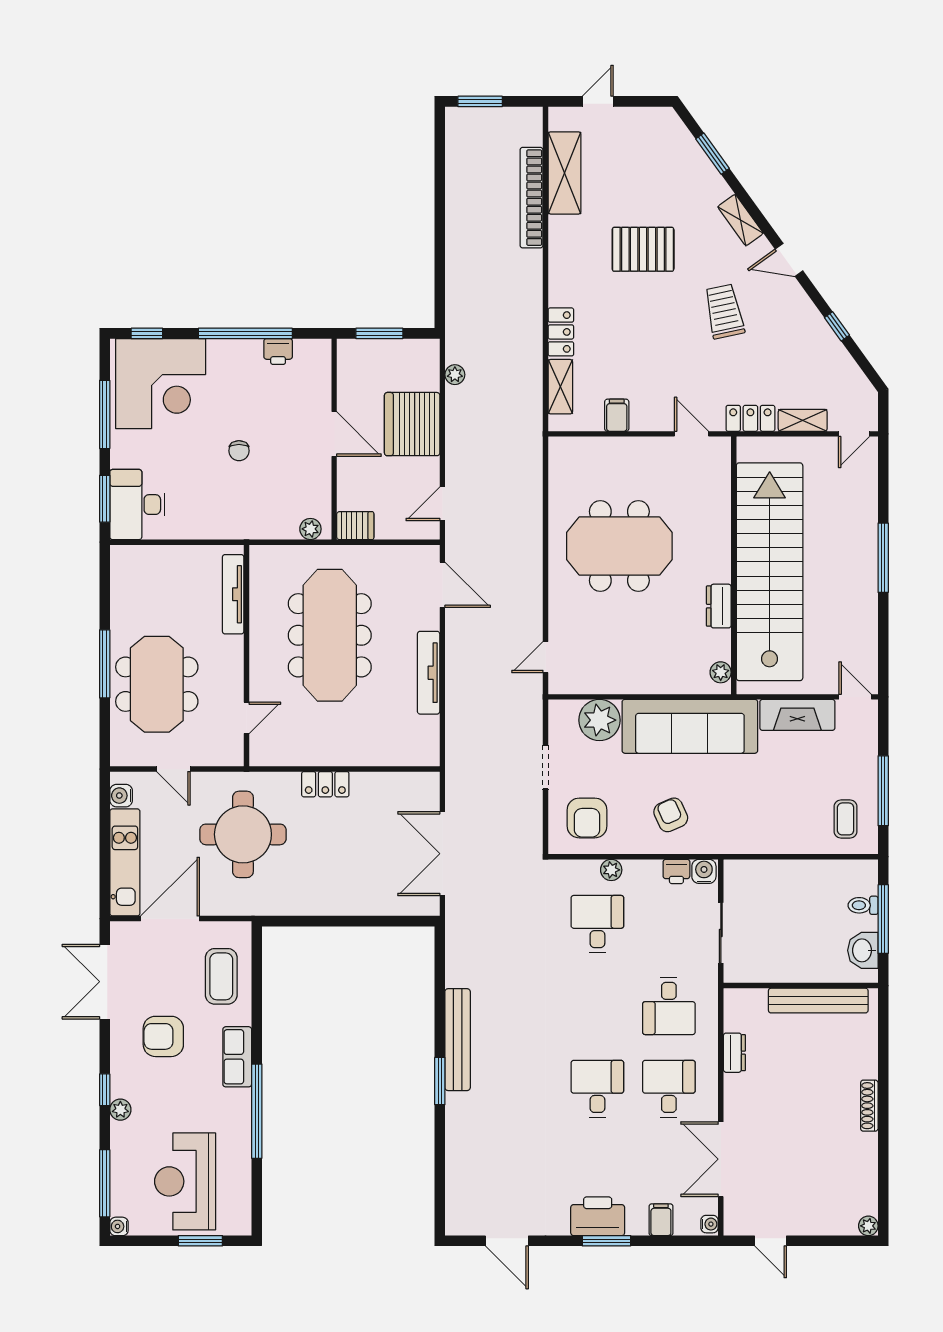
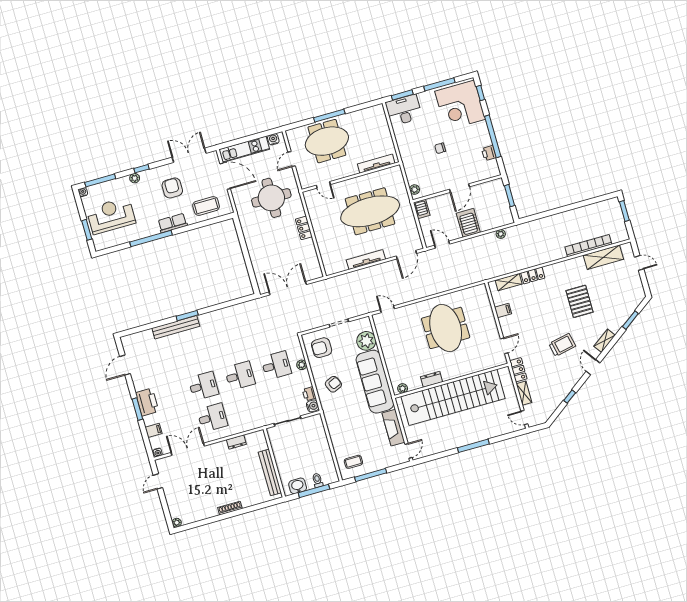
server rack: (412, 424) -> (468, 223), width x0.62
desk: (669, 1006) -> (240, 376), moved, turned 180
bench: (458, 1040) -> (176, 327), moved

